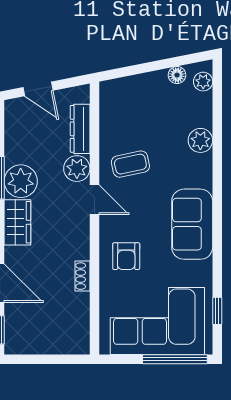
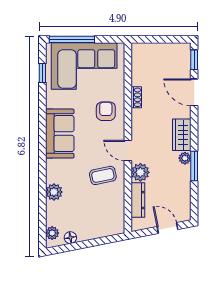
plant: (21, 181) -> (185, 158), width x0.53, depth x0.53

